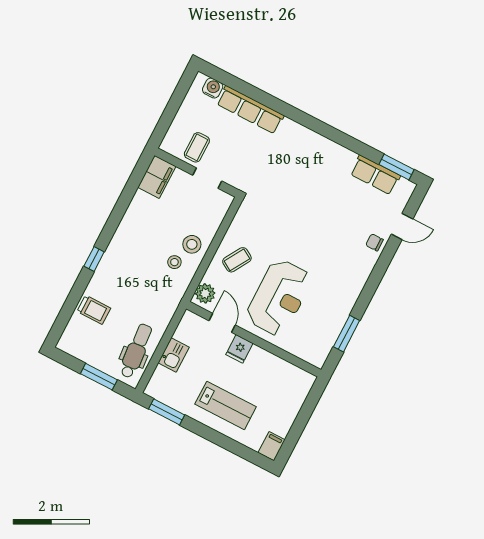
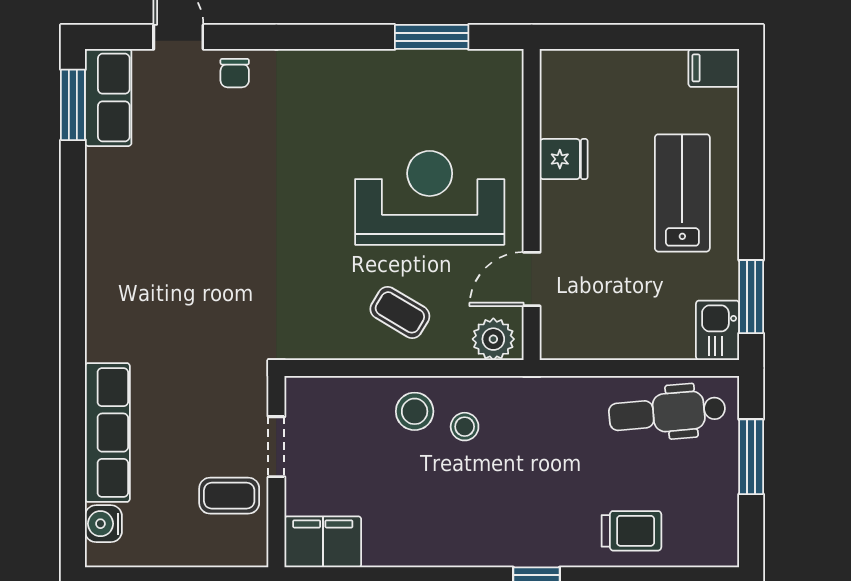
row of seats: (375, 175) -> (108, 98), moved
trolley: (94, 310) -> (631, 531), turned 90
fridge: (239, 349) -> (564, 159), moved
kitchen sink: (174, 355) -> (718, 330), moved, turned -90

